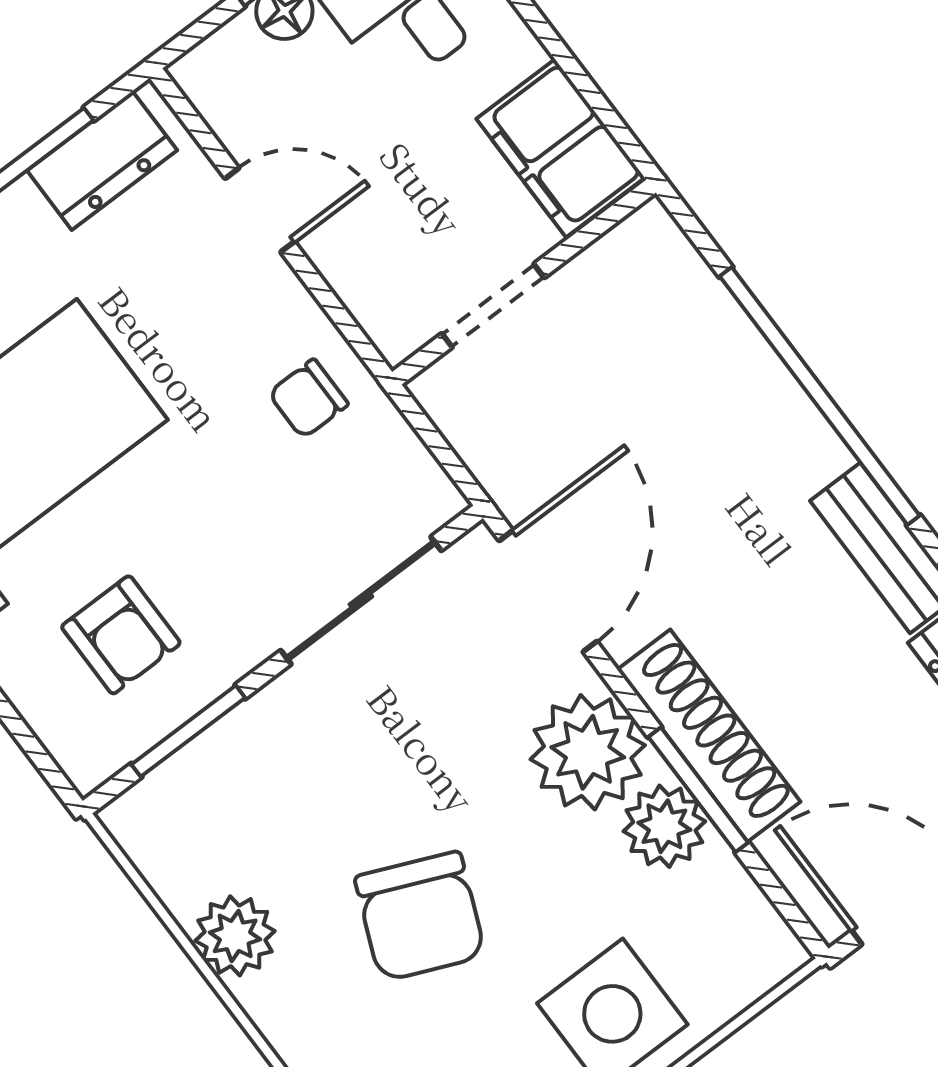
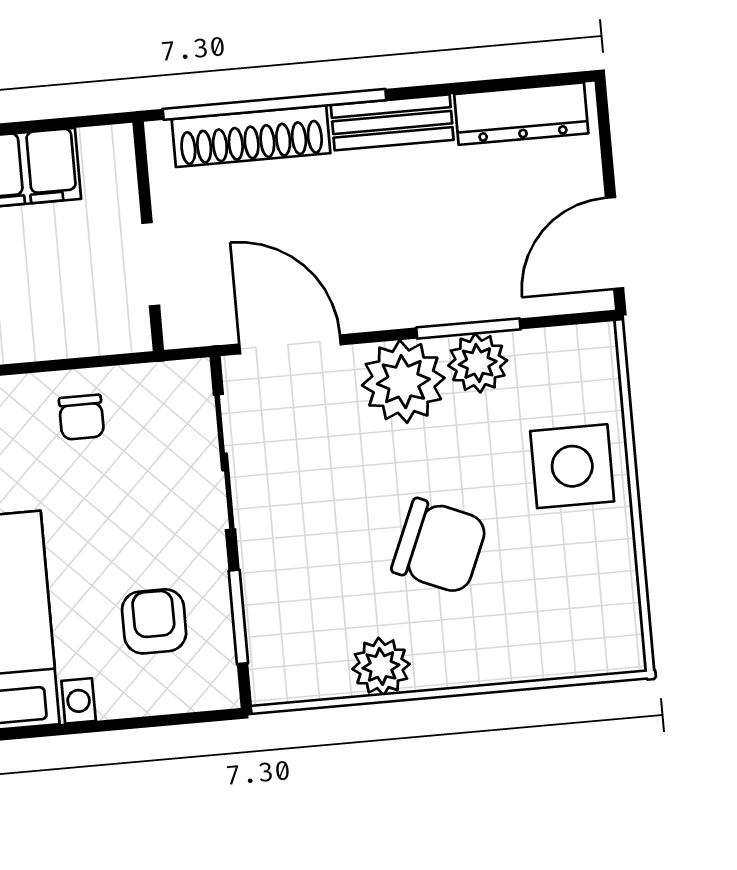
wall: (524, 282) -> (148, 236), moved
doorway: (493, 306) -> (151, 264), moved
armchair: (121, 635) -> (154, 621), turned -90
shoe rack: (709, 736) -> (251, 136), moved, turned 180

